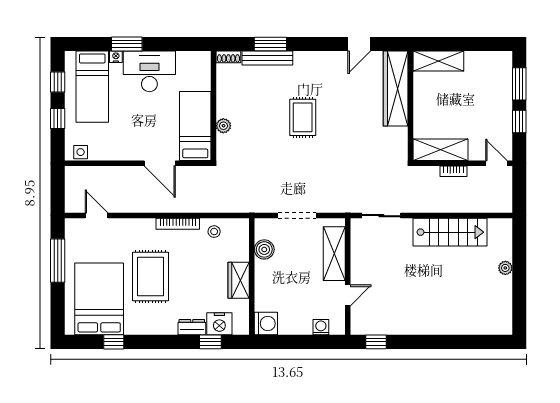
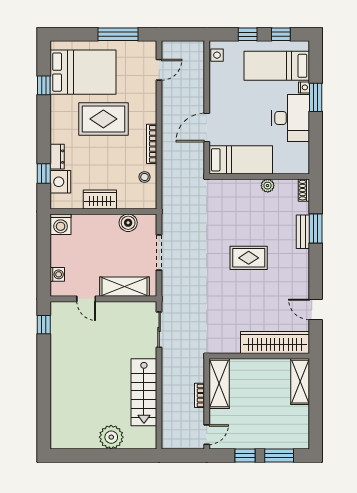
bench: (267, 58) -> (303, 232), width x0.73
plant: (223, 126) -> (268, 186), moved
plant: (505, 268) -> (111, 437), width x1.87, depth x1.87

